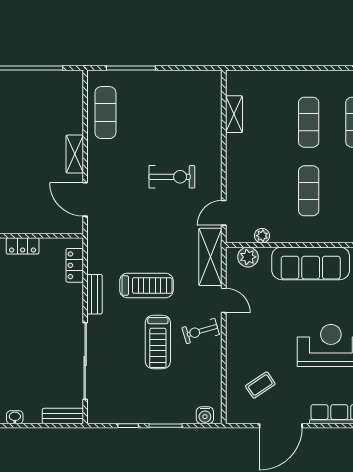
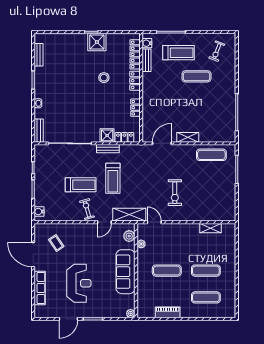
shower: (71, 296) -> (107, 135), added
treadmill: (158, 342) -> (81, 185), turned 180

